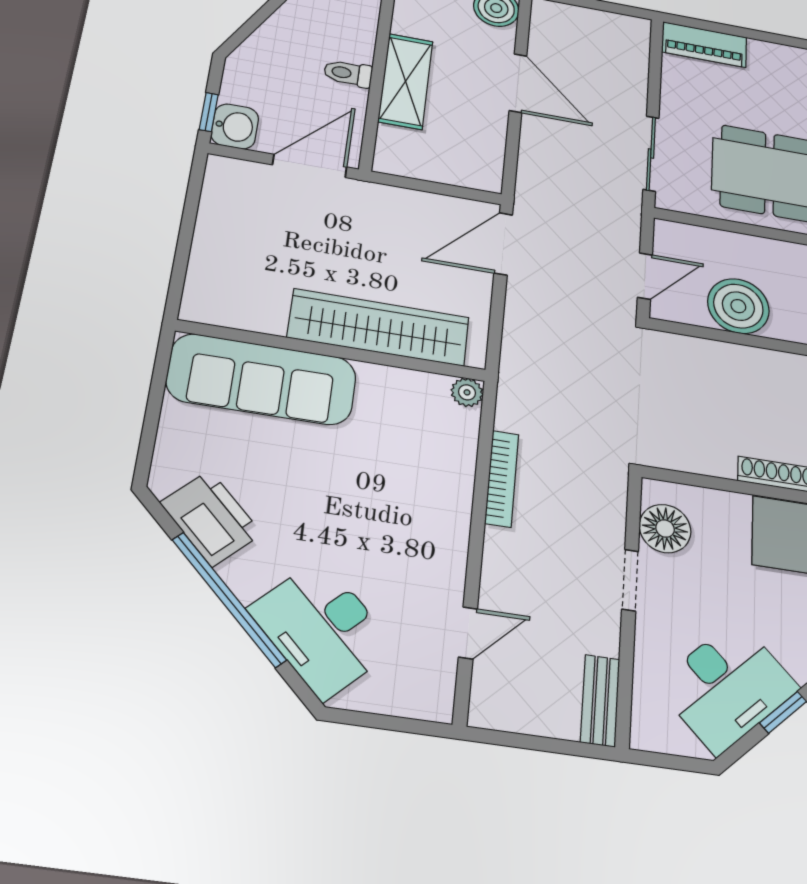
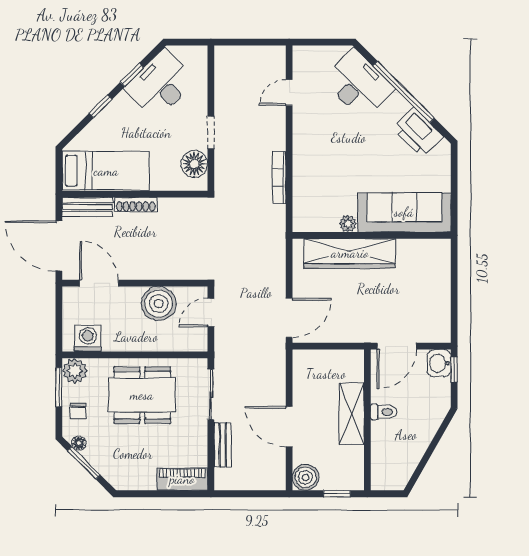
plant: (467, 392) -> (348, 224), moved
bench: (600, 701) -> (223, 445), moved

